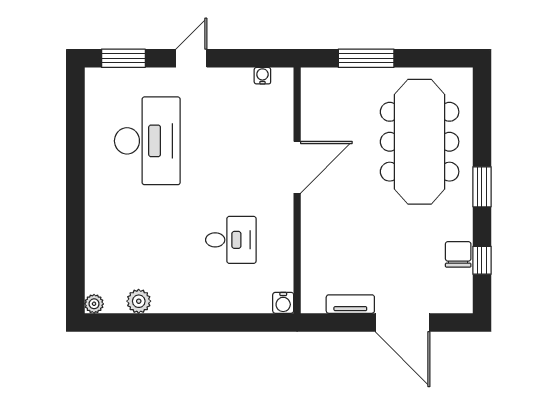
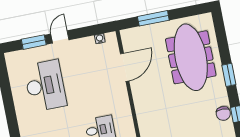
window: (123, 58) -> (34, 42), moved
door: (297, 167) -> (125, 67), moved
chair: (458, 254) -> (223, 113), turned 180

